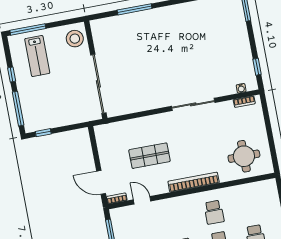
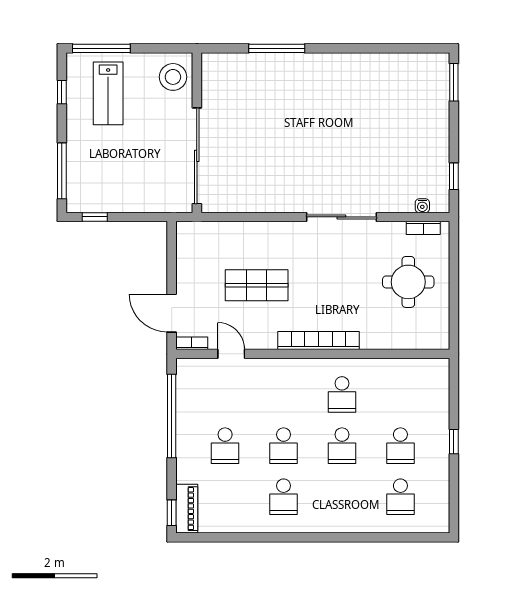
window: (12, 74) -> (62, 92), moved
round table: (244, 156) -> (408, 282), moved

